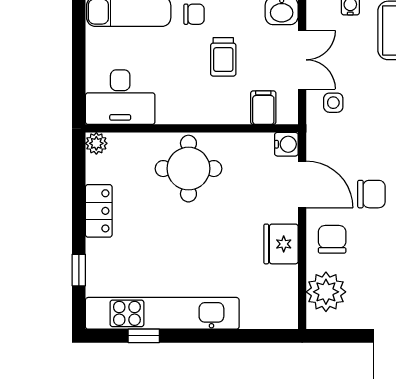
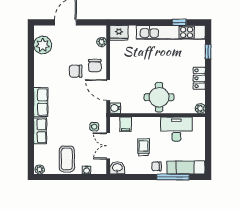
desk: (120, 97) -> (176, 129), moved
chair: (371, 194) -> (76, 71), moved
fridge: (281, 244) -> (119, 33), moved, turned 90
plant: (326, 292) -> (102, 42), width x0.53, depth x0.53

